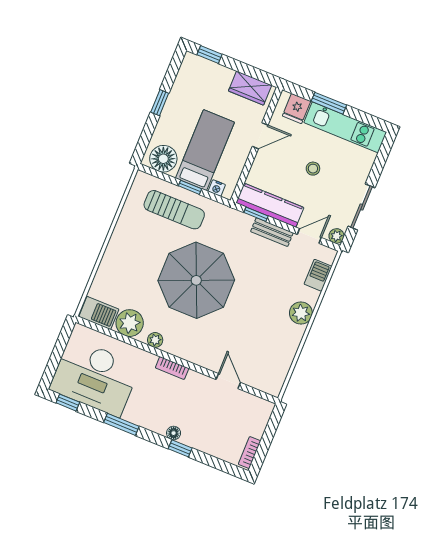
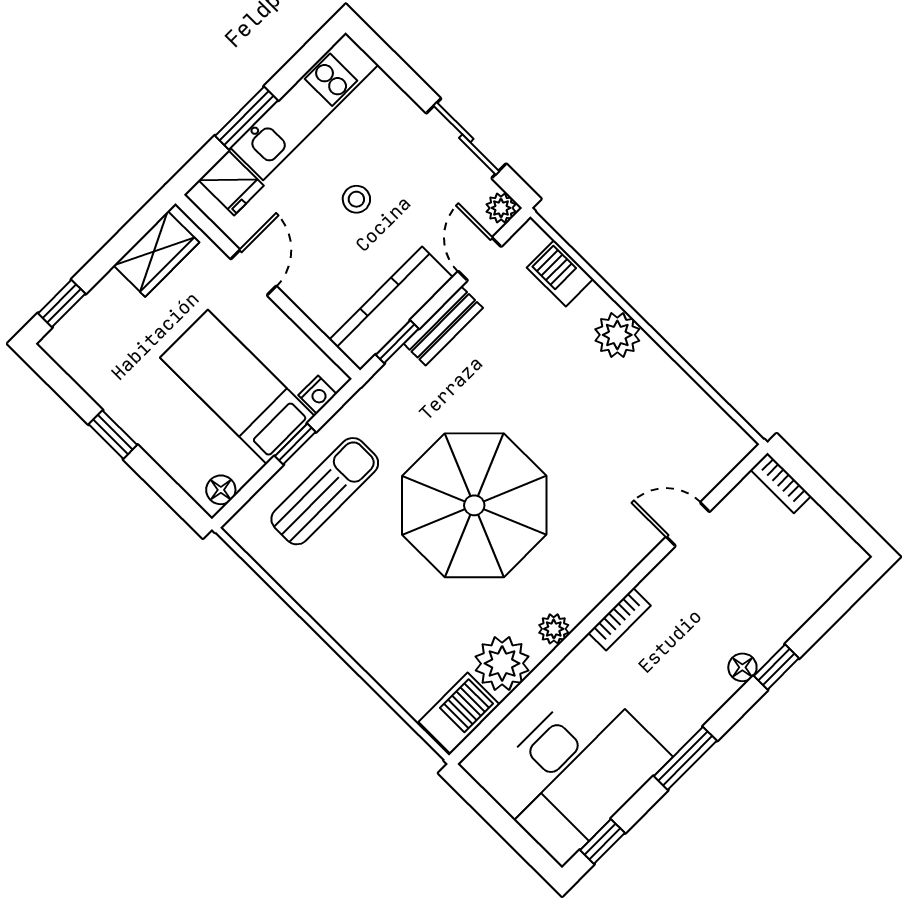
floor lamp: (163, 159) -> (221, 490), width x0.53, depth x0.53
bookcase: (250, 453) -> (781, 483), moved

